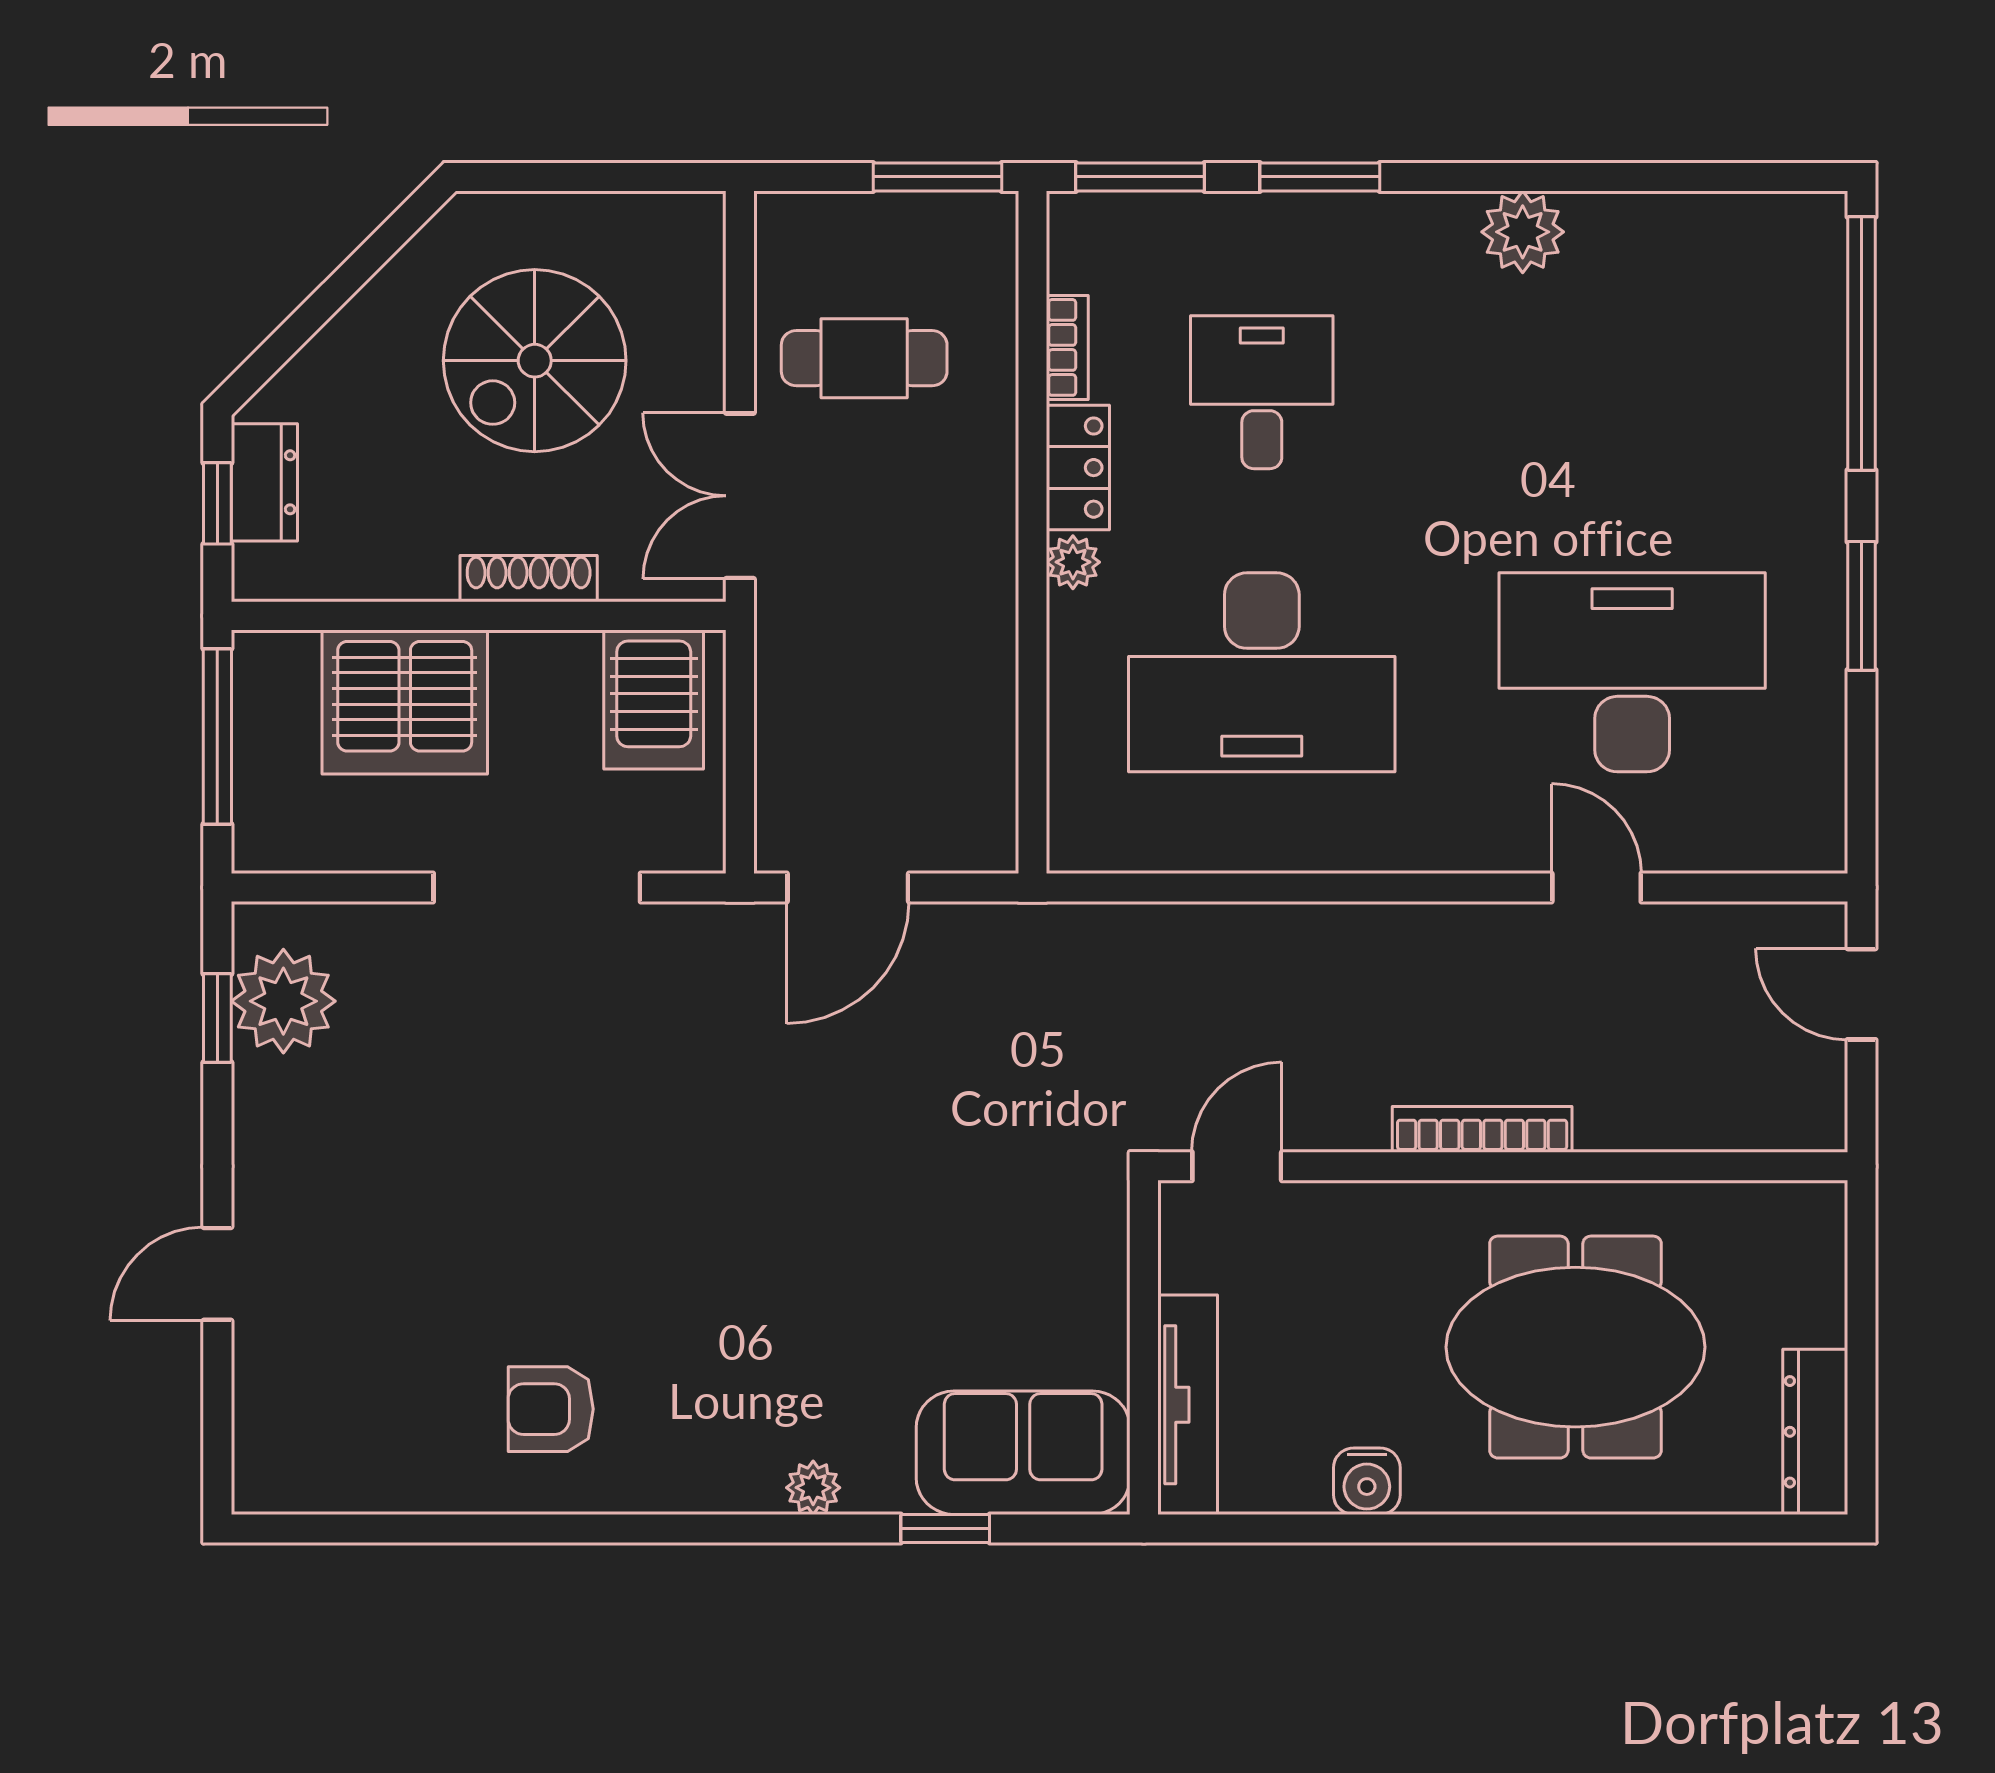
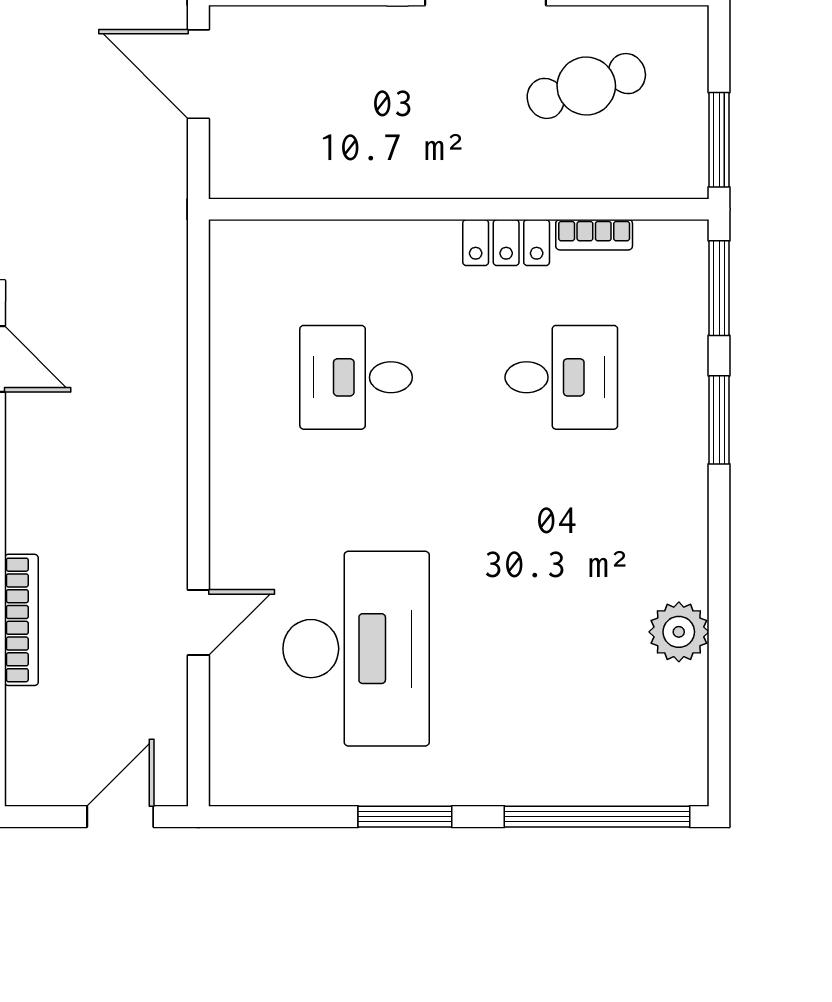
plant: (1523, 232) -> (679, 632), moved
cafe table: (864, 358) -> (586, 86), turned 73
plant: (1073, 562) -> (437, 239), removed
desk: (1262, 672) -> (356, 377), width x0.53, depth x0.77
bookcase: (1482, 1129) -> (21, 620), moved

